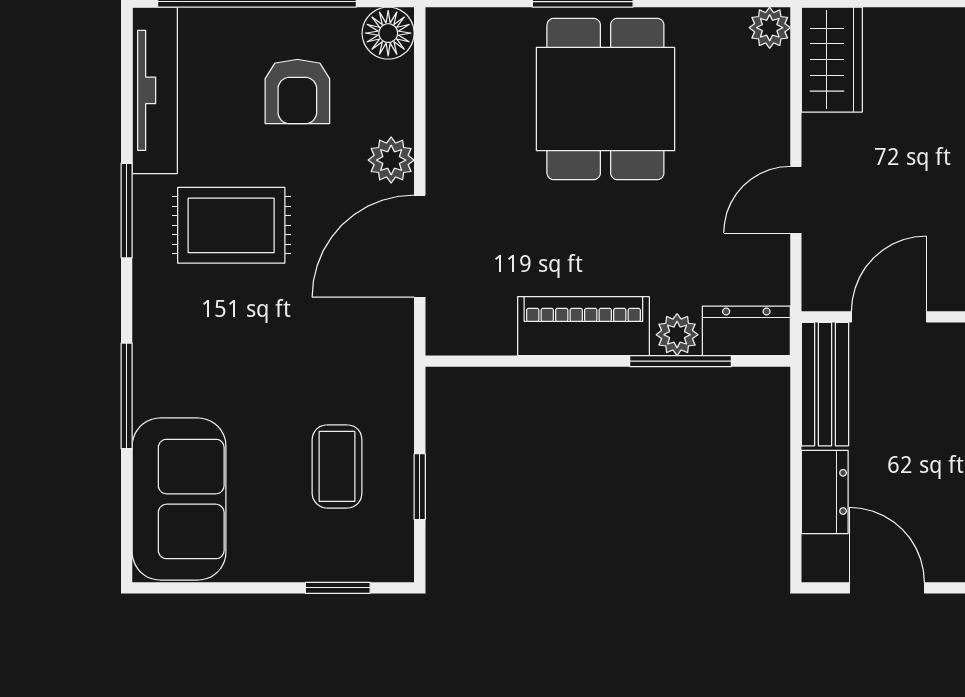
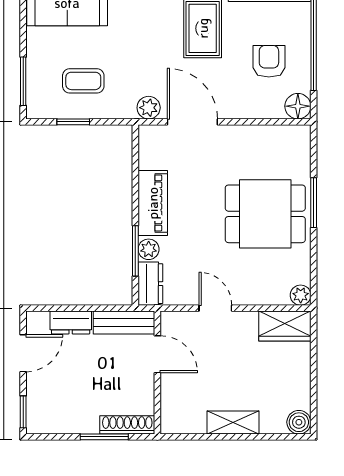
armchair: (297, 92) -> (269, 61), turned 90
plant: (391, 160) -> (149, 108), moved
window: (338, 588) -> (23, 81), width x1.50

